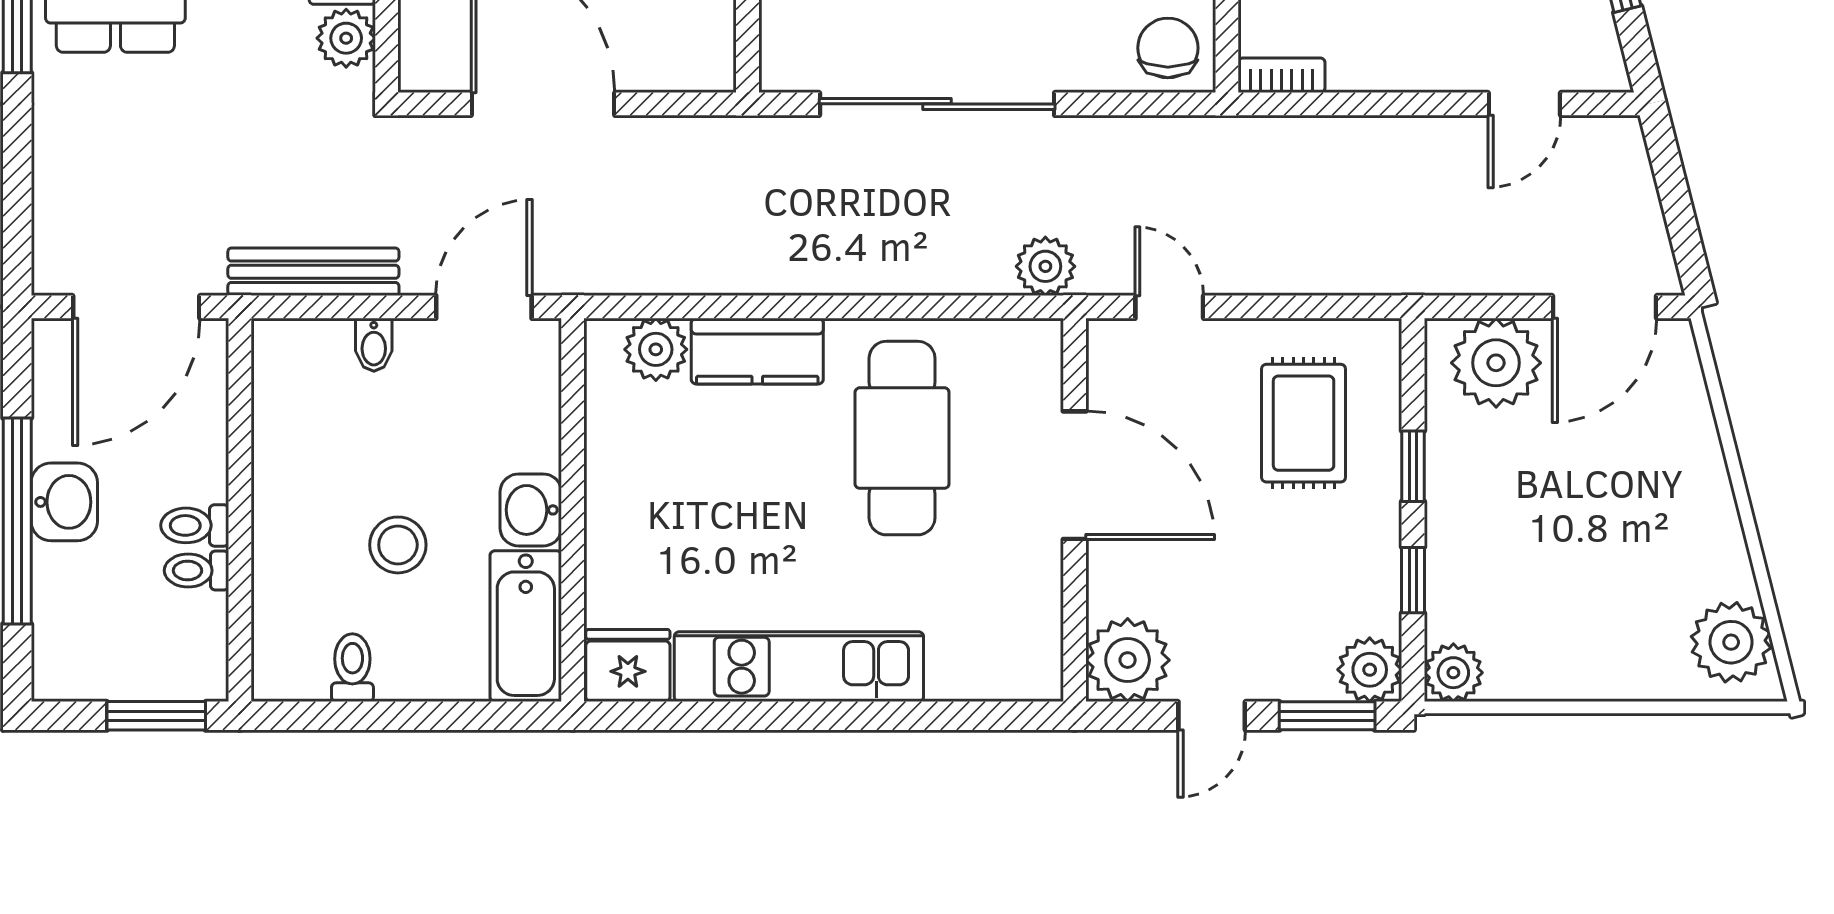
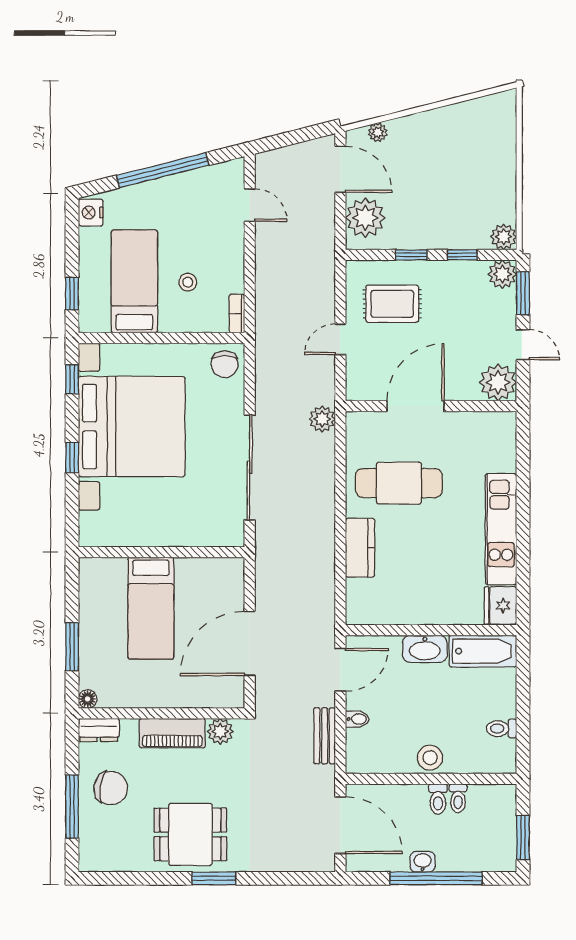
chair: (1168, 48) -> (225, 364), turned -90
bench: (313, 272) -> (325, 736), width x0.73
door: (484, 307) -> (340, 670), swing flipped
door: (1169, 307) -> (340, 339), moved
plant: (656, 349) -> (359, 593), removed
washbasin: (64, 502) -> (423, 862), width x0.72, depth x0.69
washbasin: (531, 510) -> (425, 649), width x1.38
stool: (398, 545) -> (430, 758), moved
plant: (1731, 642) -> (378, 132), moved, width x0.53, depth x0.53
window: (156, 716) -> (523, 838), moved

